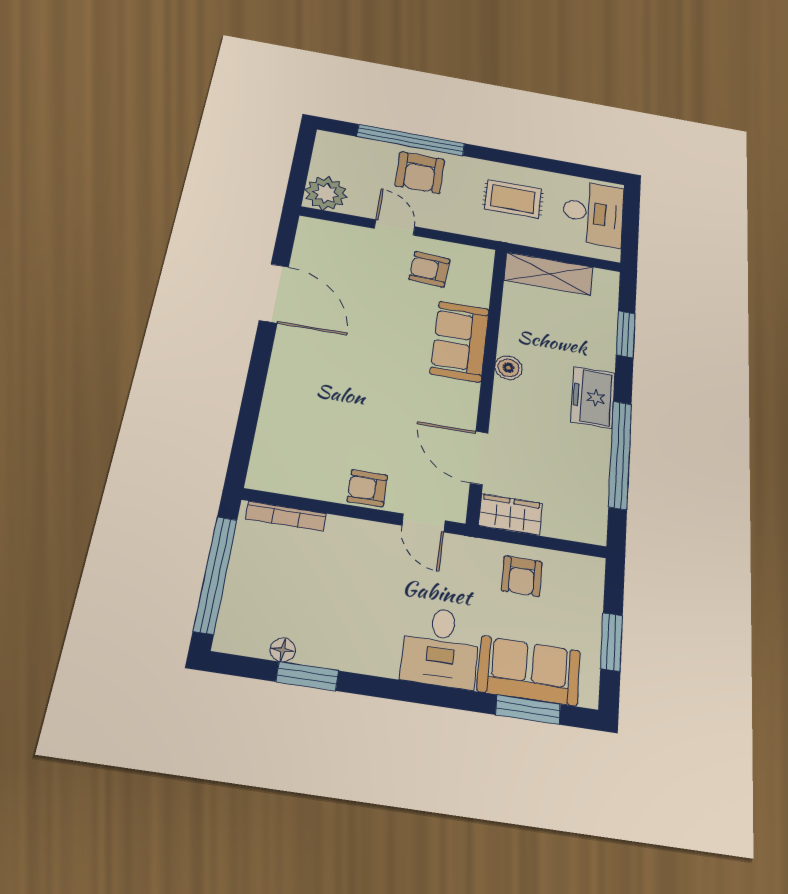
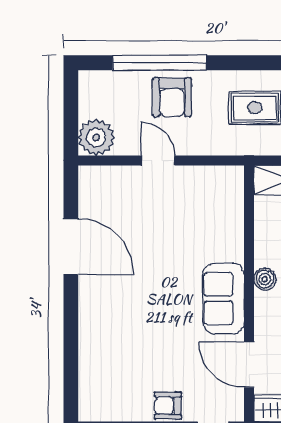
armchair: (429, 269) -> (192, 197), removed
sofa: (460, 341) -> (224, 299), moved

